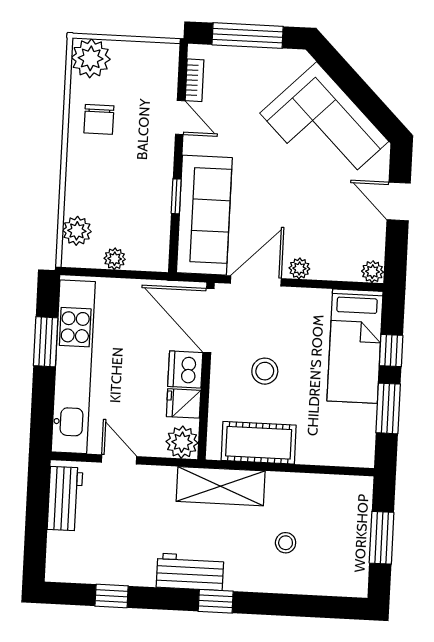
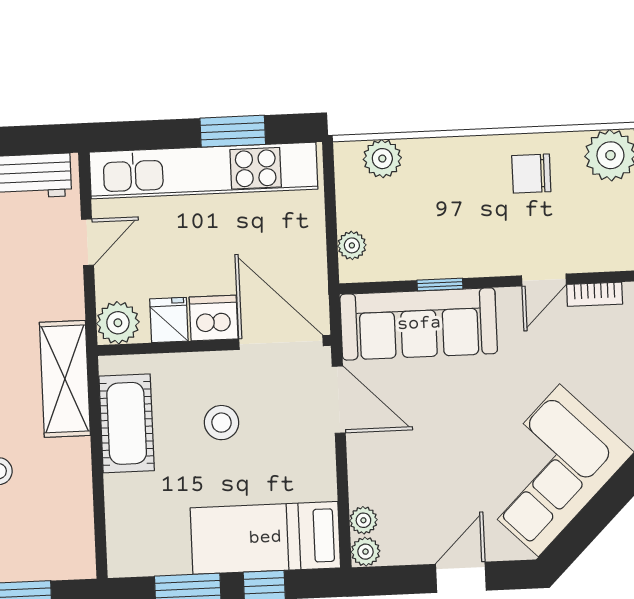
plant: (115, 259) -> (352, 245), moved
plant: (299, 268) -> (363, 520), moved
door: (209, 320) -> (281, 342), hinge flipped

